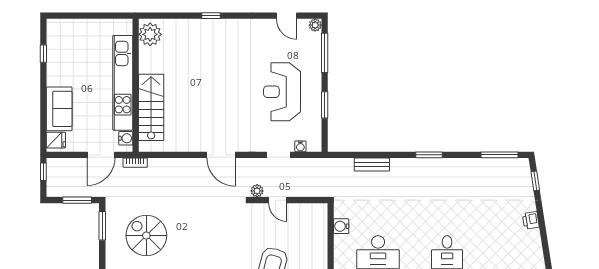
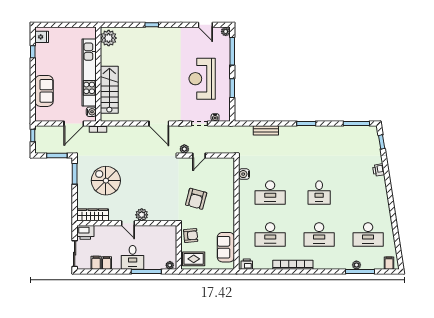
fridge: (56, 140) -> (42, 37), moved
door: (278, 200) -> (199, 156), hinge flipped

